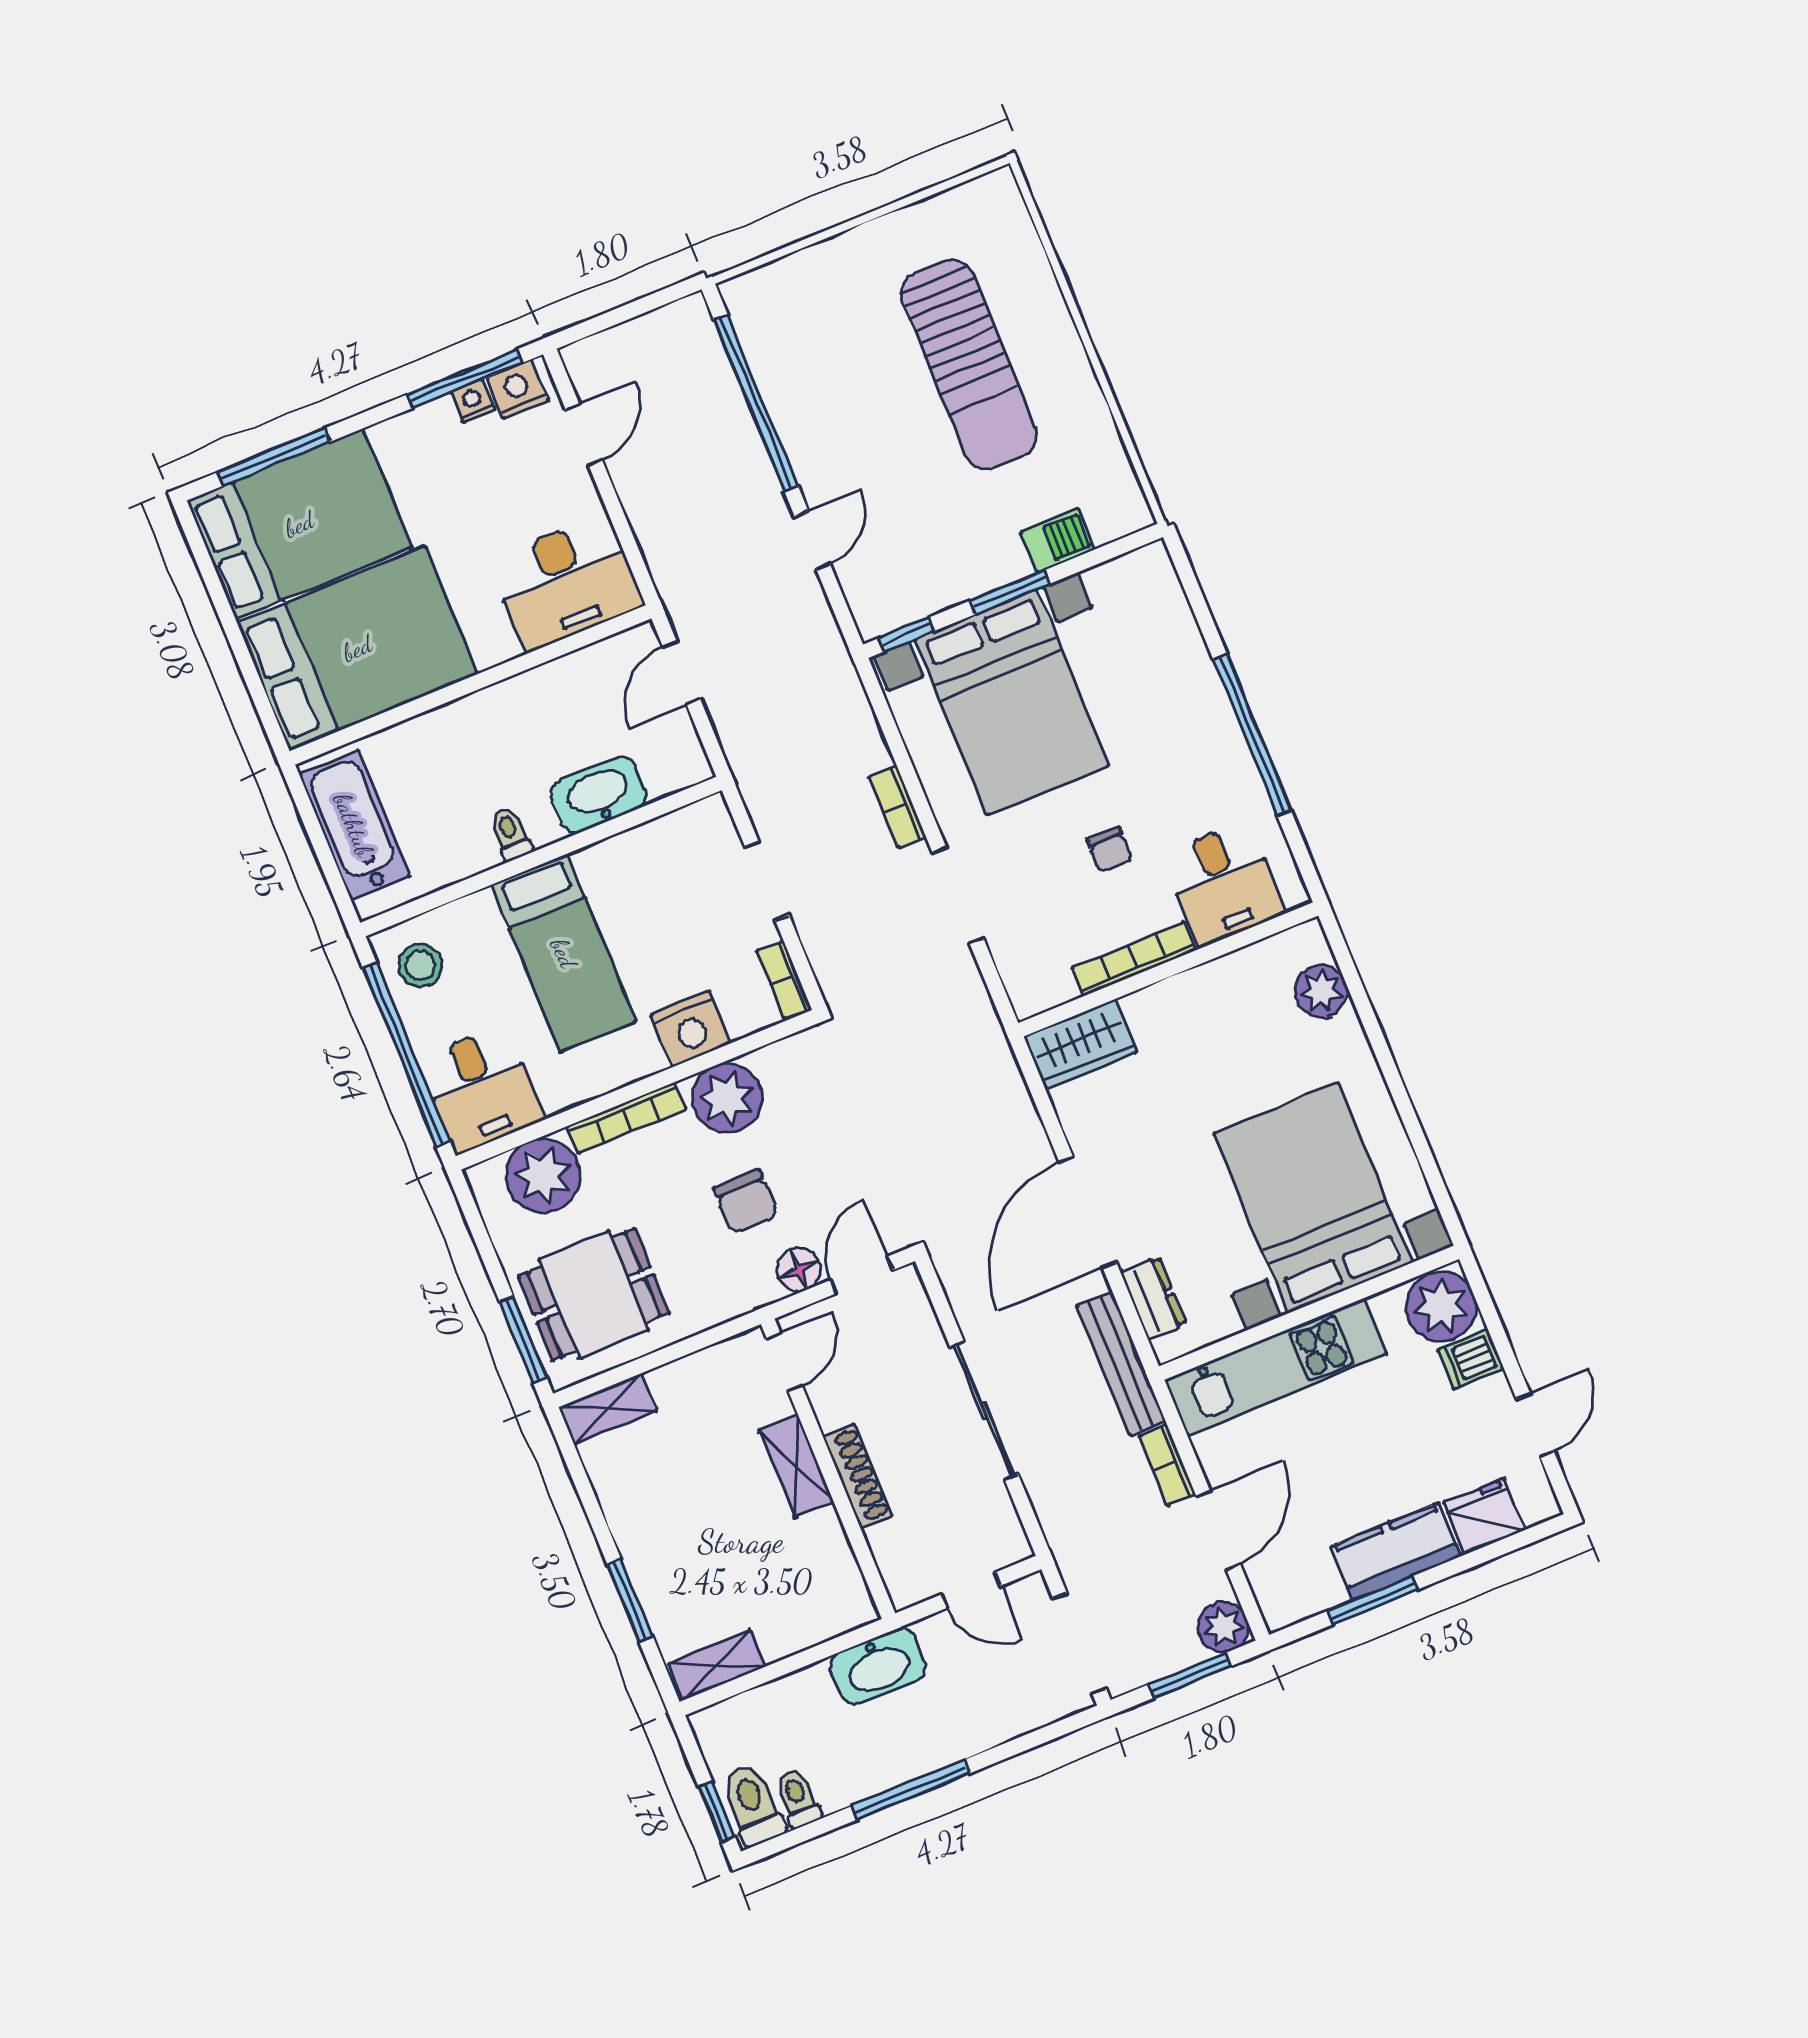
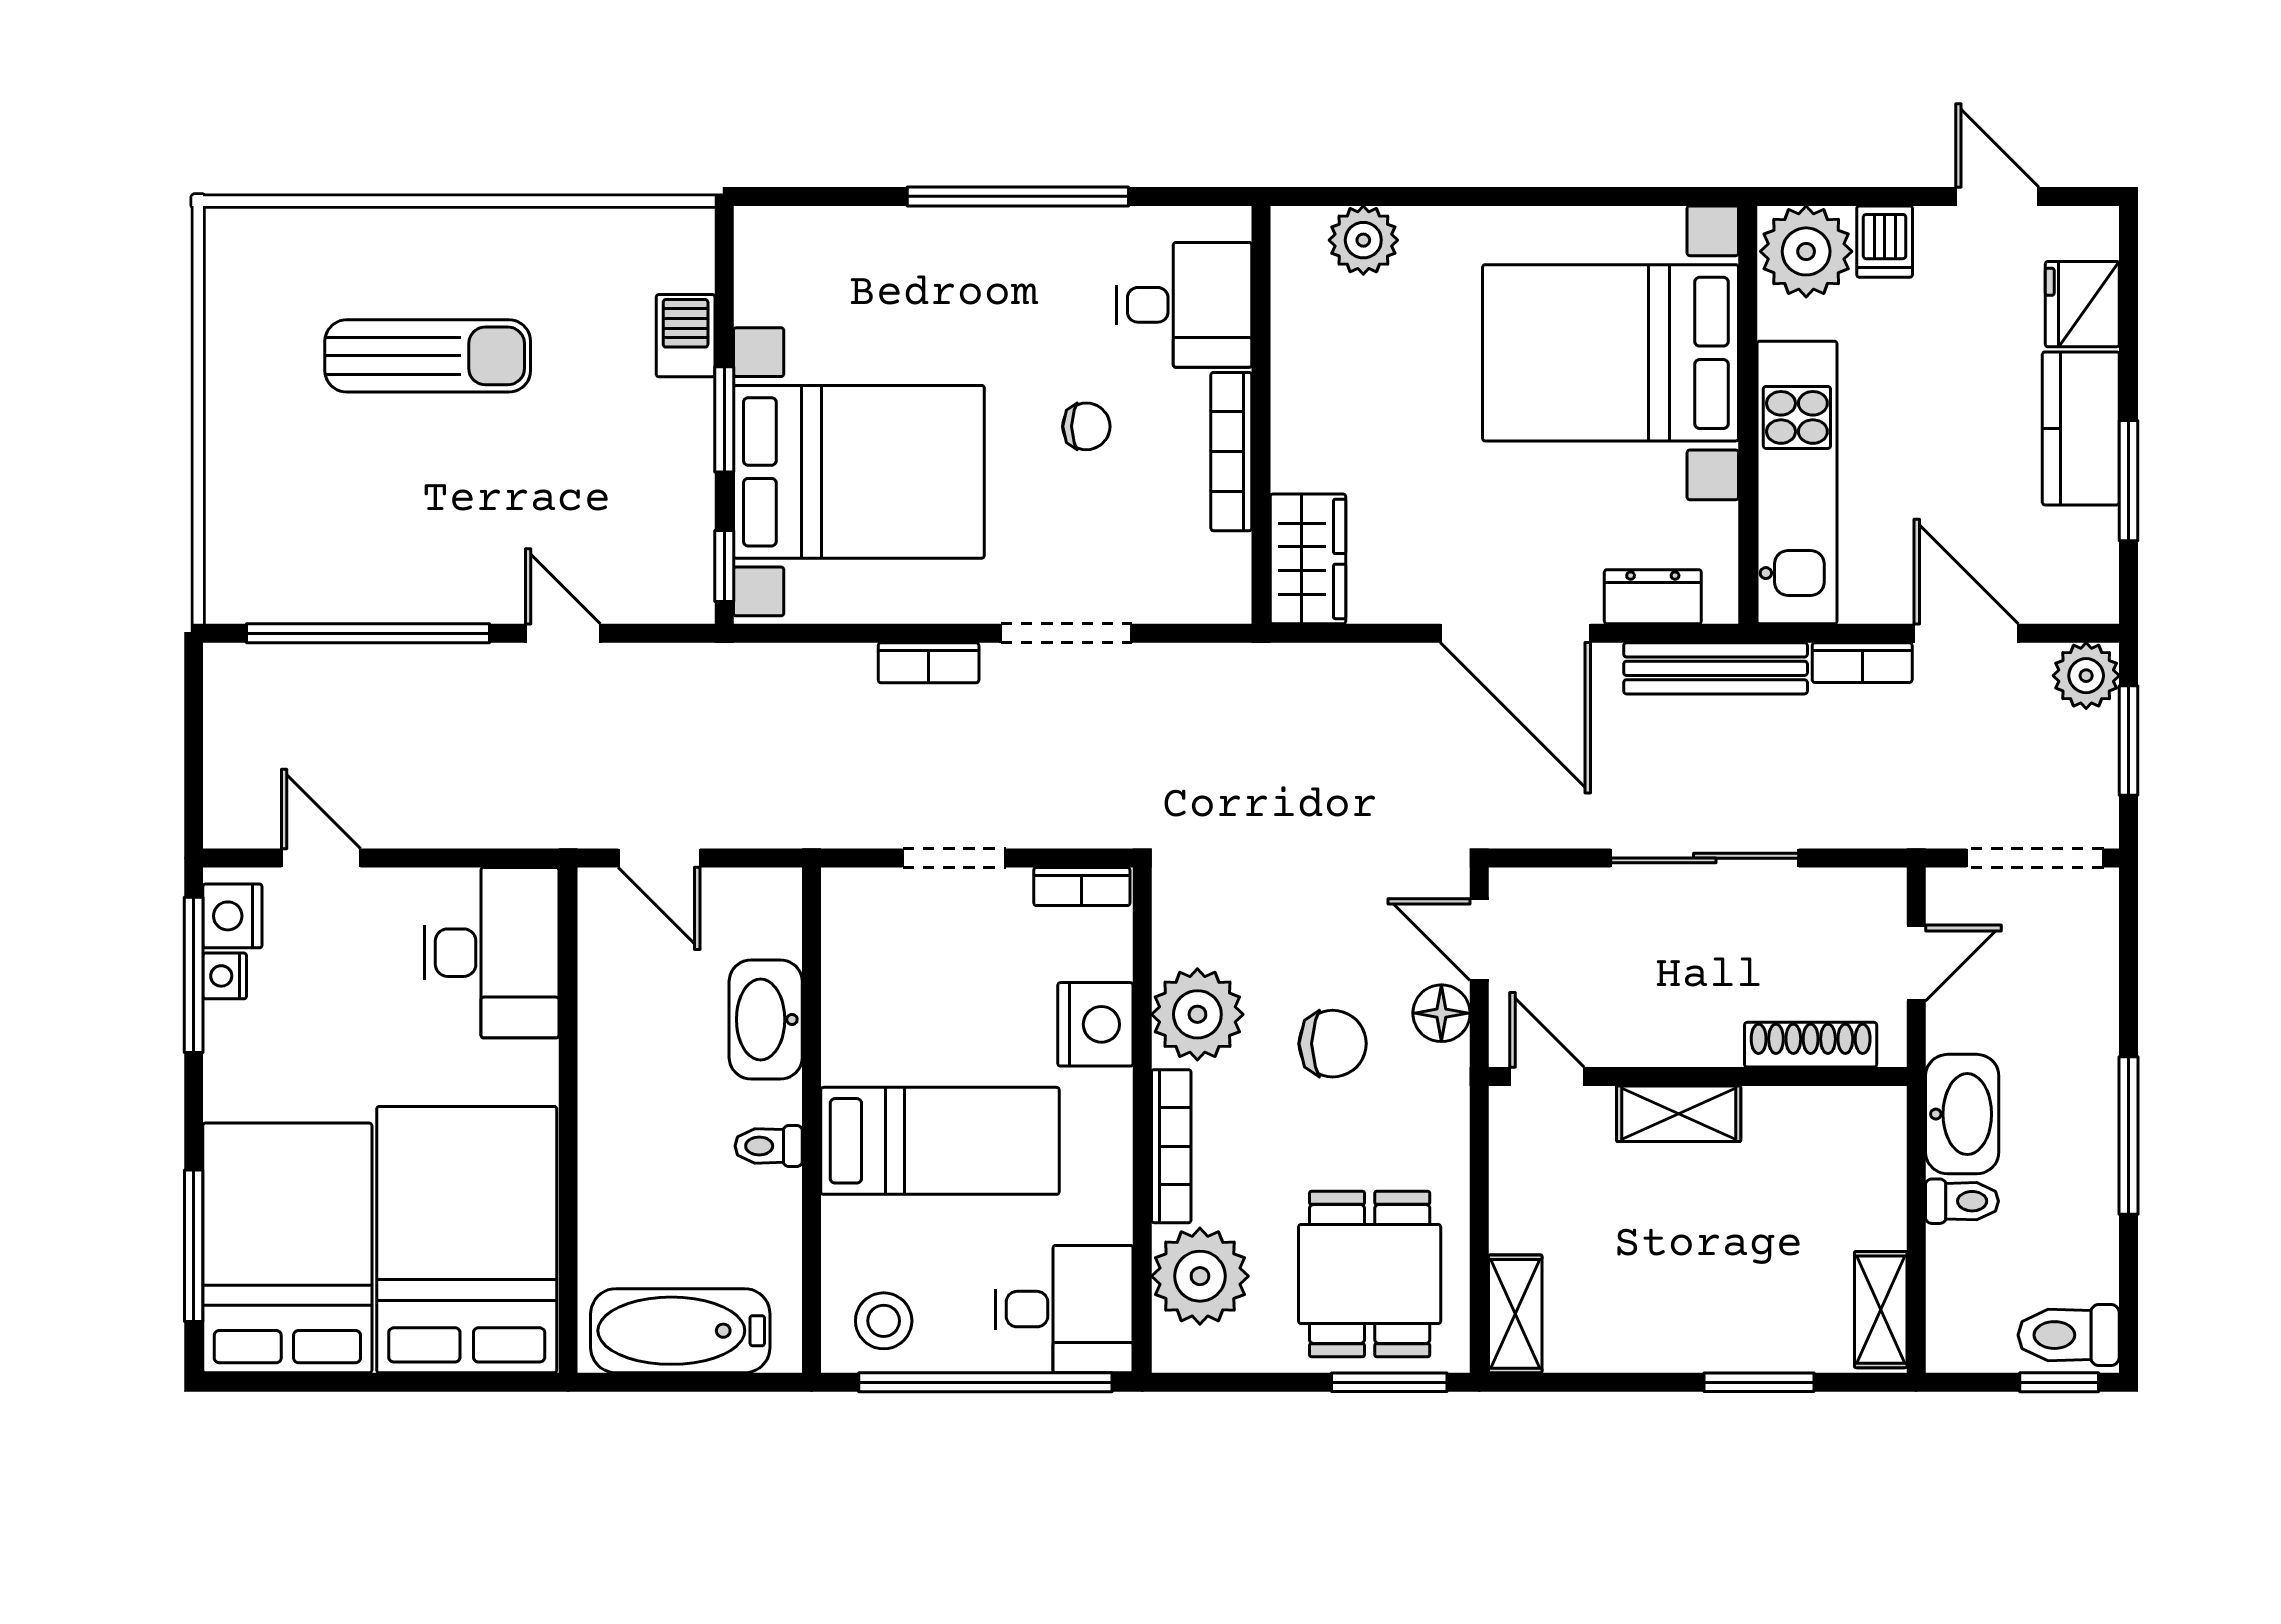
sun lounger: (969, 365) -> (428, 356), width x0.73, depth x0.75
shoe rack: (857, 1476) -> (1811, 1045), moved
toilet: (798, 1798) -> (1962, 1201), moved, turned 180

